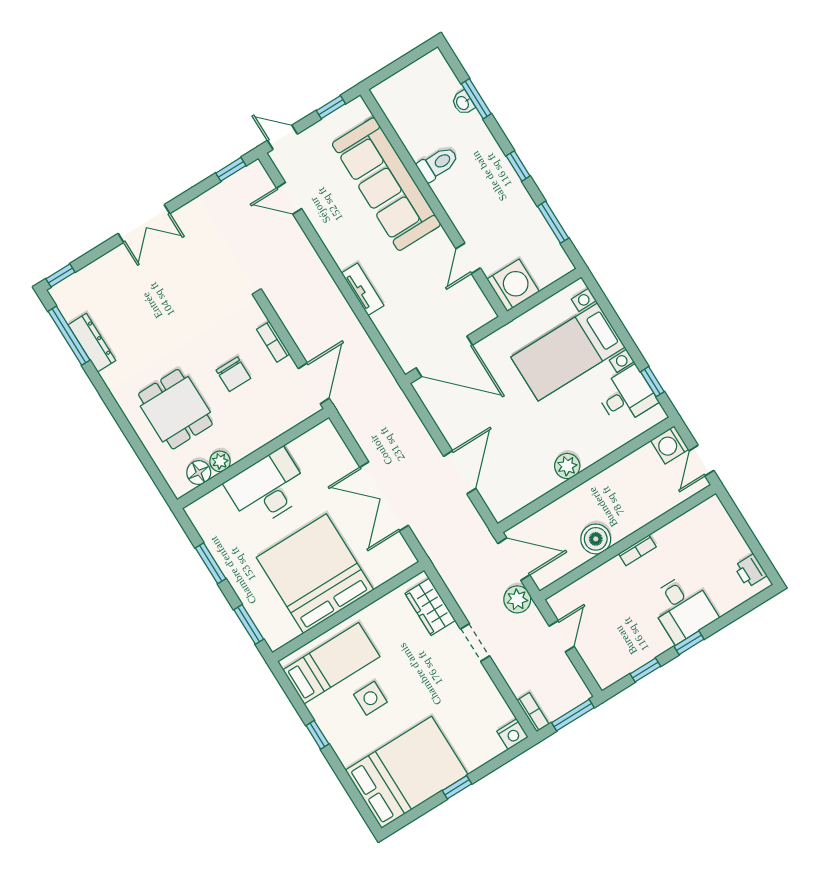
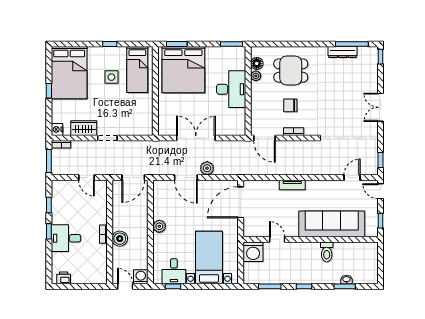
door: (282, 137) -> (381, 191), swing flipped
boiler: (596, 539) -> (120, 239), moved
window: (211, 563) -> (232, 44), moved
bed: (315, 574) -> (183, 70), moved, turned 90
plant: (517, 599) -> (207, 168), moved
wardrobe: (430, 607) -> (84, 128), moved

